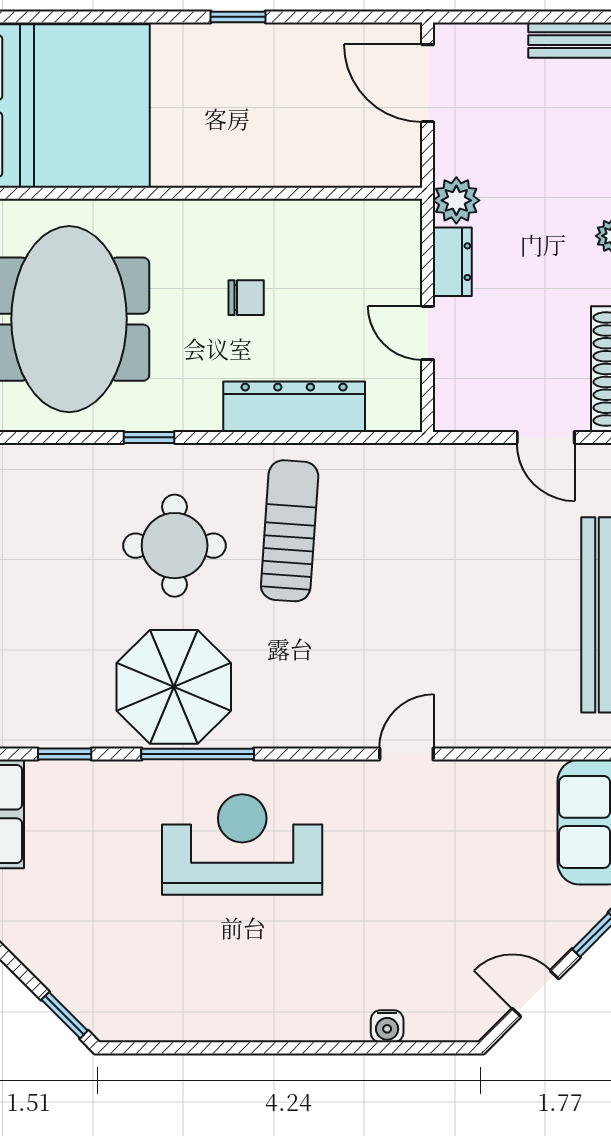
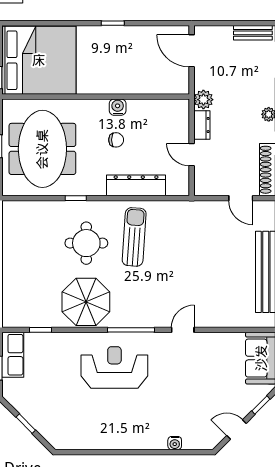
water cooler: (250, 219) -> (118, 107), added
window: (198, 754) -> (131, 330), moved
window: (65, 1015) -> (26, 424), moved

